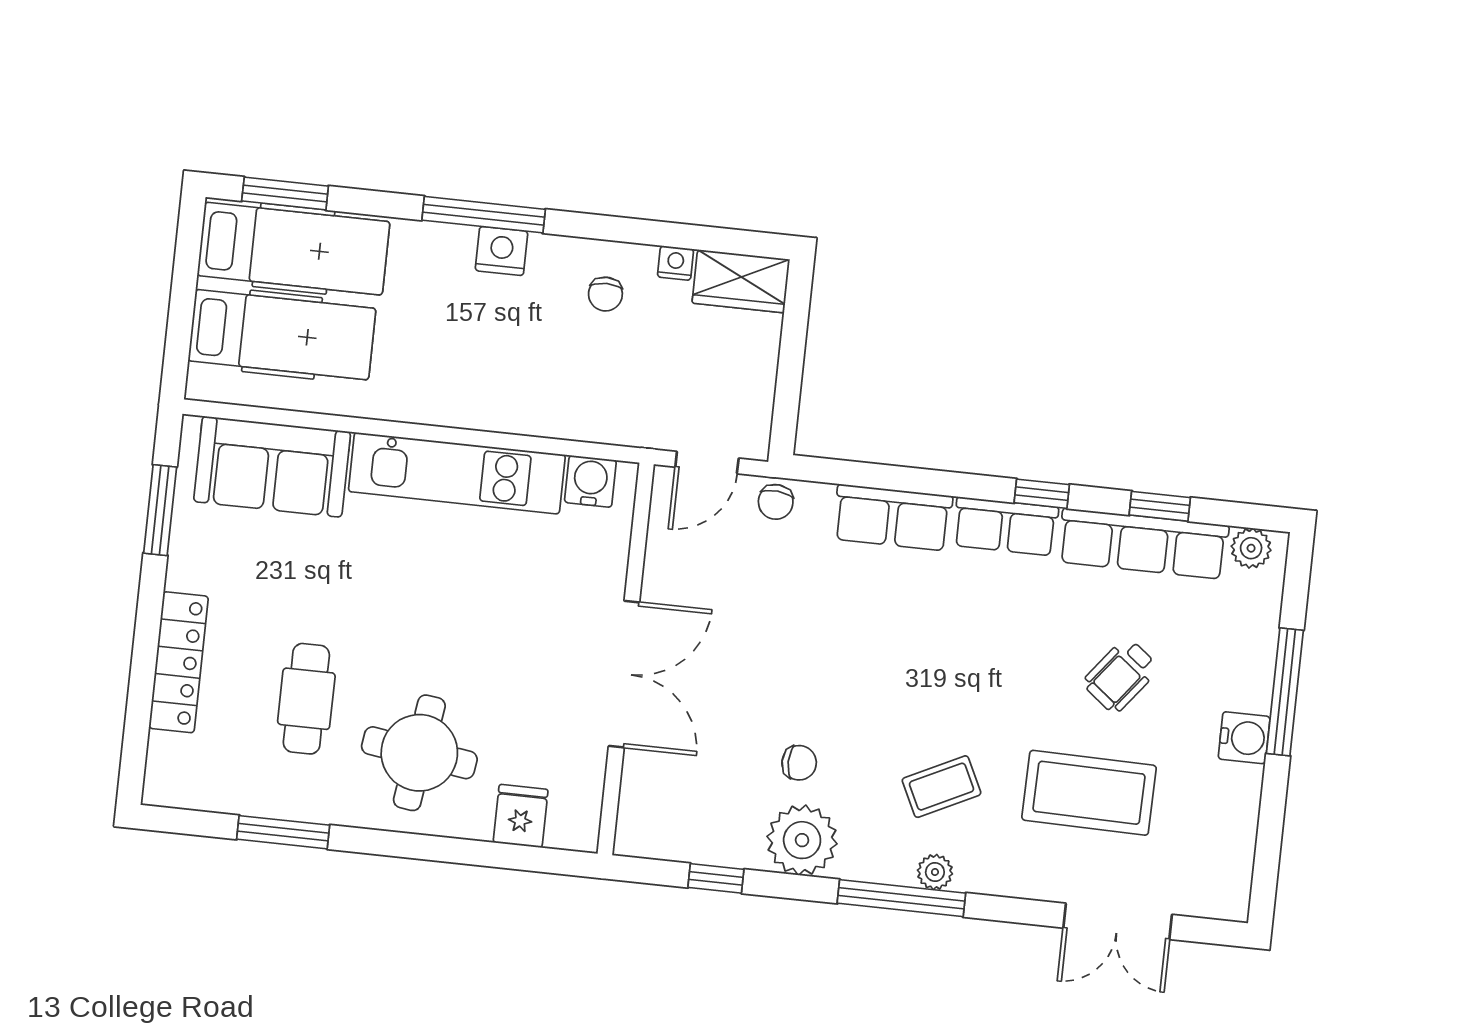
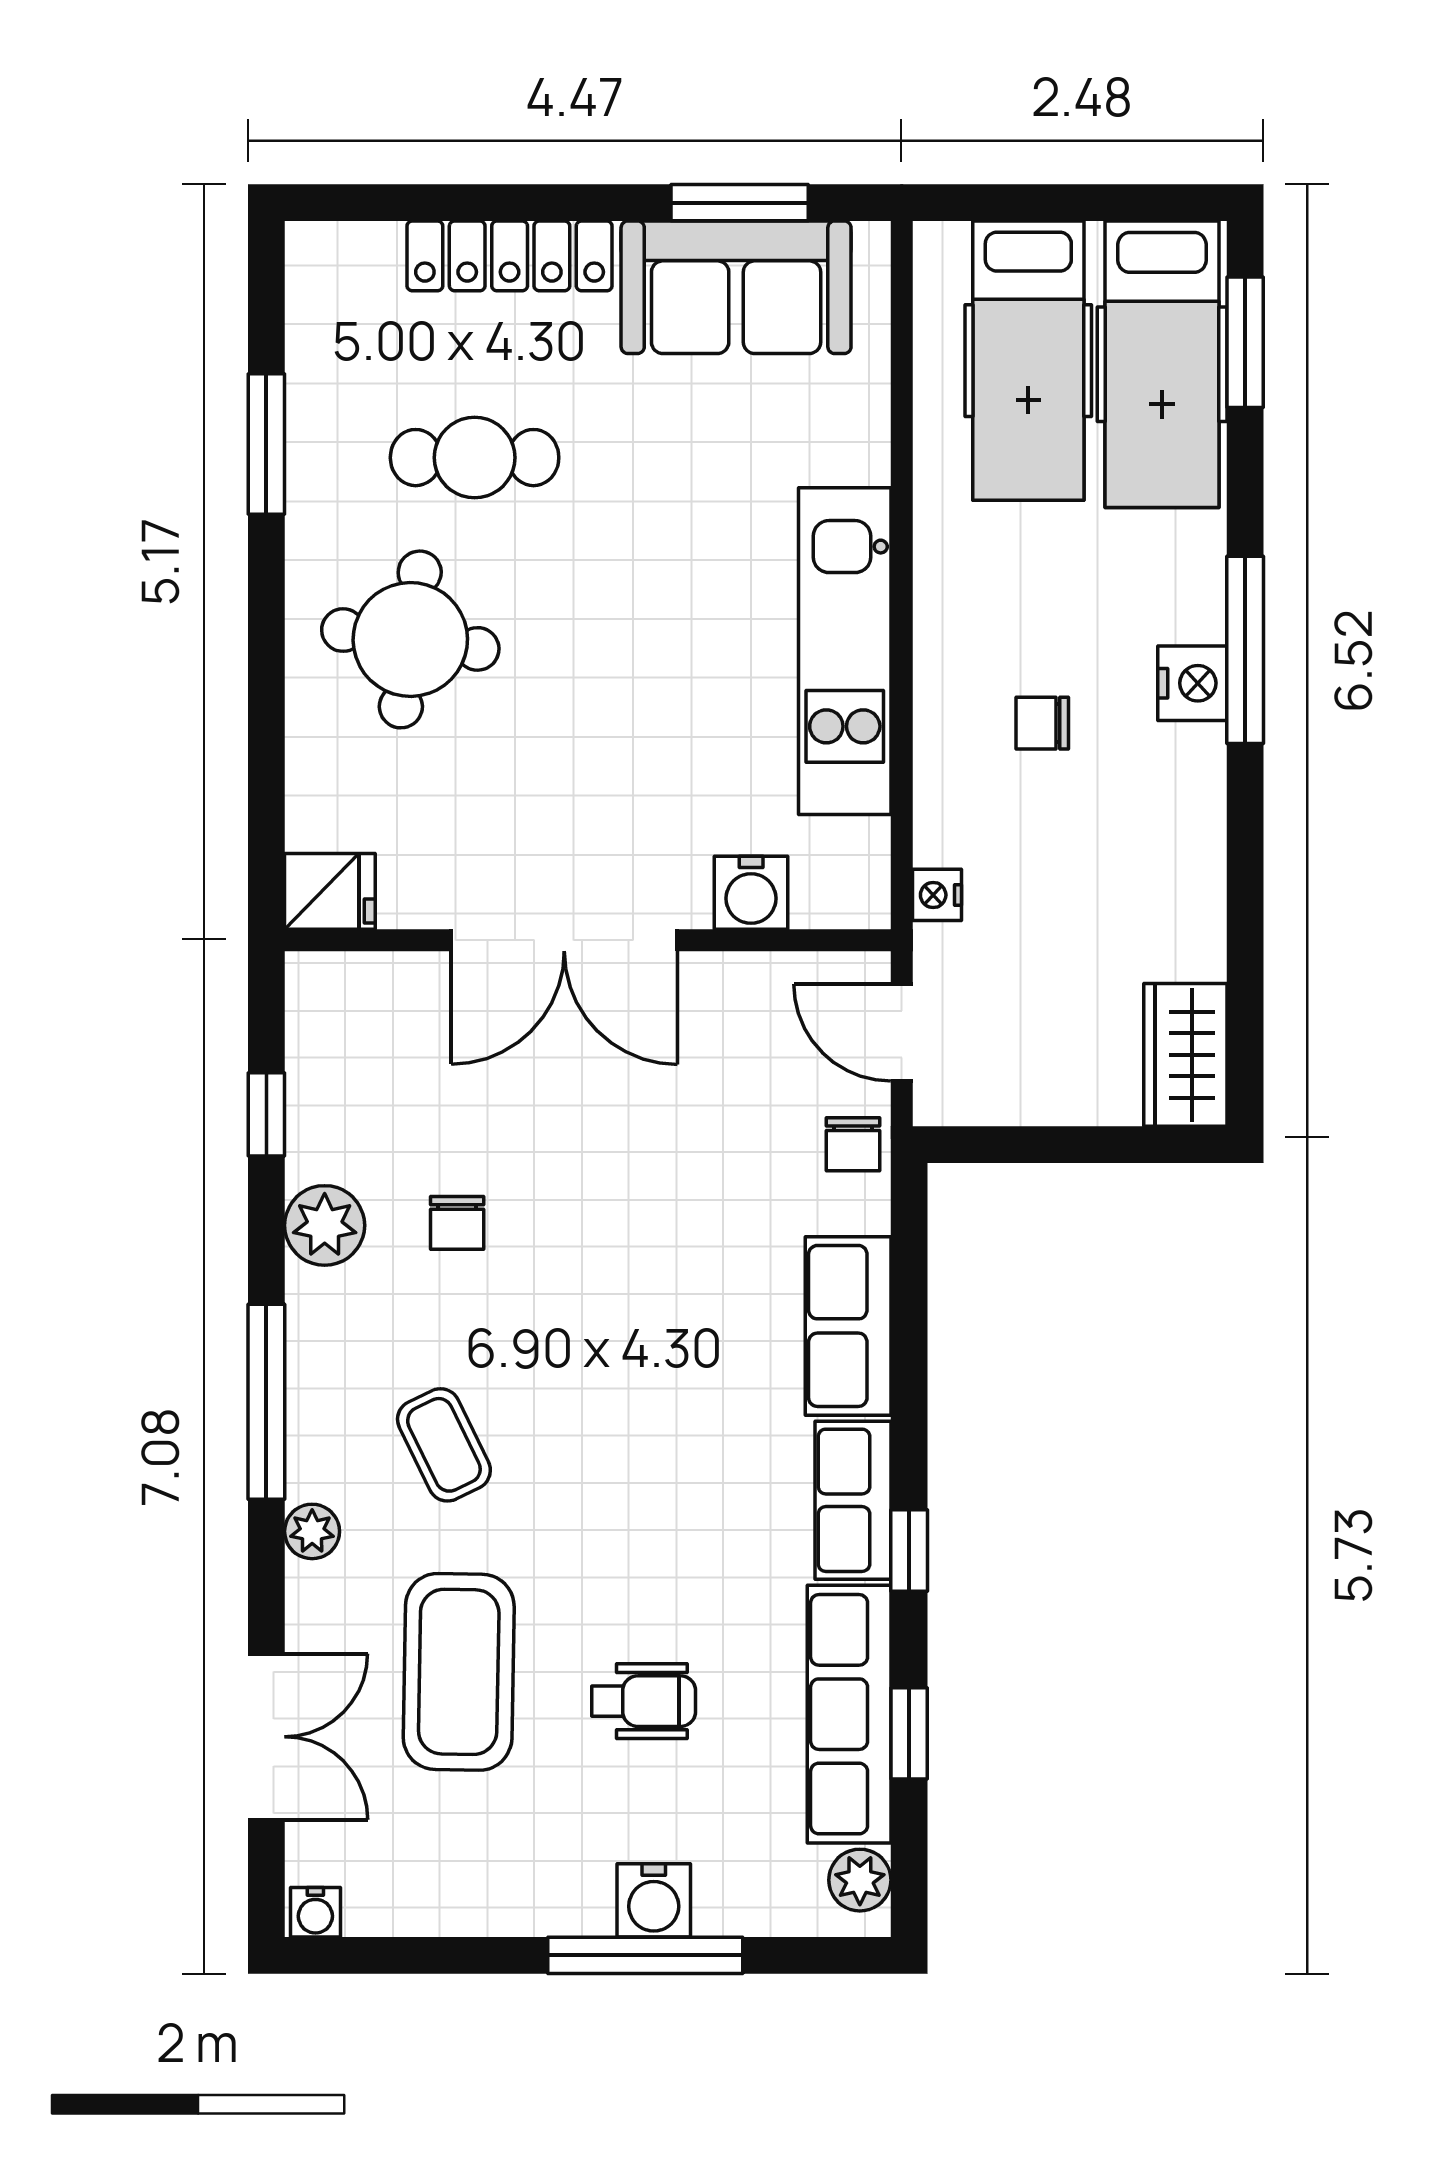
nightstand: (676, 263) -> (937, 895), moved, turned 180
chair: (605, 294) -> (1042, 723), moved
sofa: (272, 467) -> (736, 287), moved, turned -90
water cooler: (590, 481) -> (751, 893), moved, turned 90
chair: (776, 502) -> (853, 1144), turned -95
wheelchair: (1121, 675) -> (644, 1701), turned 142
water cooler: (1244, 738) -> (654, 1900), moved
fridge: (521, 816) -> (330, 891), moved
plant: (802, 840) -> (325, 1225), width x0.73, depth x0.73
plant: (935, 872) -> (312, 1531), moved
water cooler: (1234, 902) -> (315, 1912), added
double door: (1118, 921) -> (266, 1737), swing flipped

